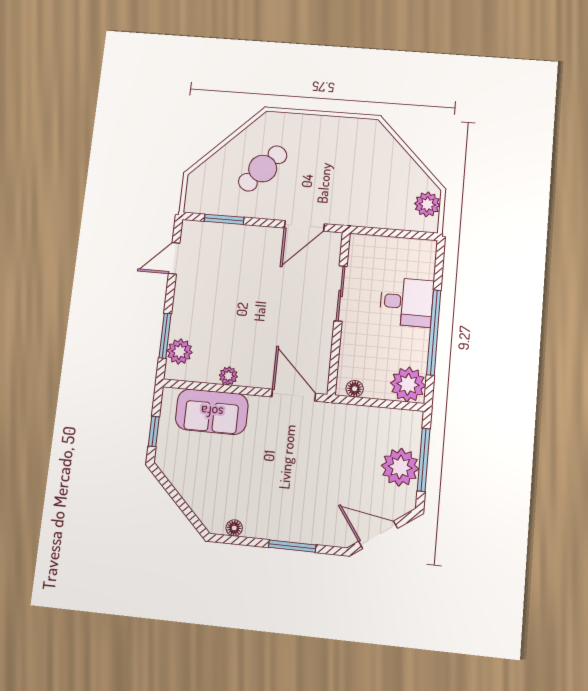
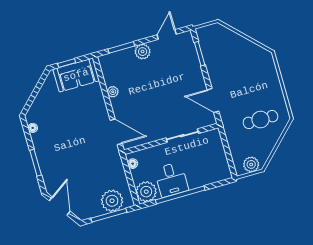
cafe table: (263, 169) -> (260, 120), moved, turned -41
door: (174, 258) -> (167, 34), hinge flipped
desk: (407, 302) -> (171, 179), moved
plant: (180, 352) -> (143, 52), moved
door: (294, 395) -> (116, 132), hinge flipped
sofa: (212, 412) -> (76, 75), moved, turned -90
plant: (400, 467) -> (112, 201), moved

